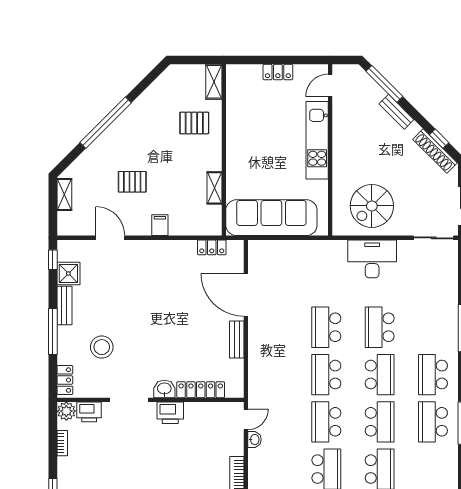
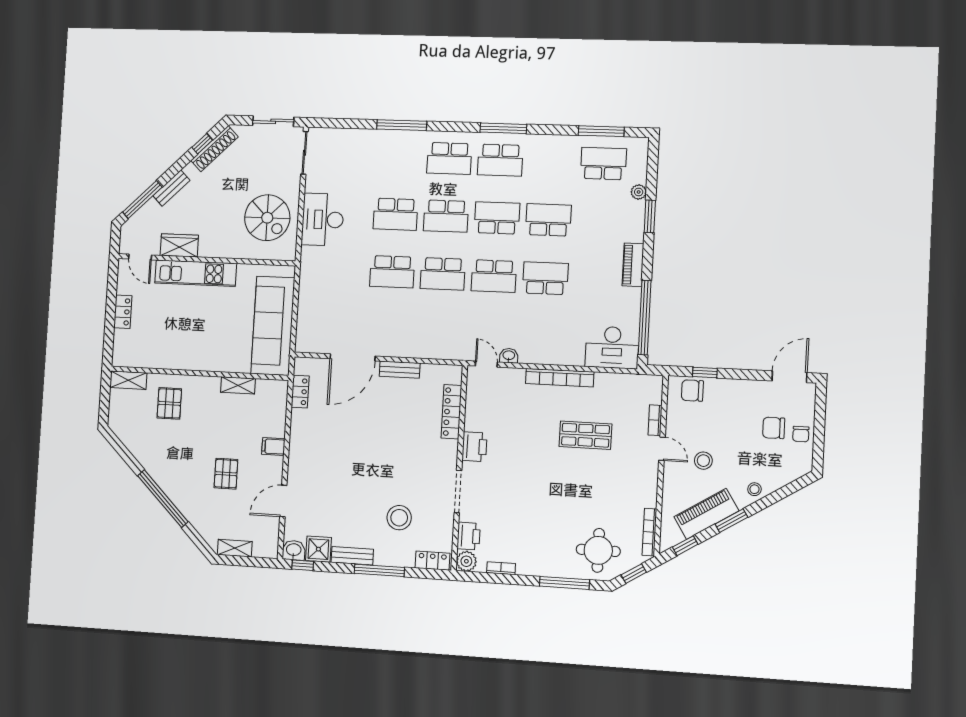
wardrobe: (343, 123) -> (179, 245), added
school desk: (380, 375) -> (446, 216), turned 180
washbasin: (164, 389) -> (294, 550), moved, turned 90

